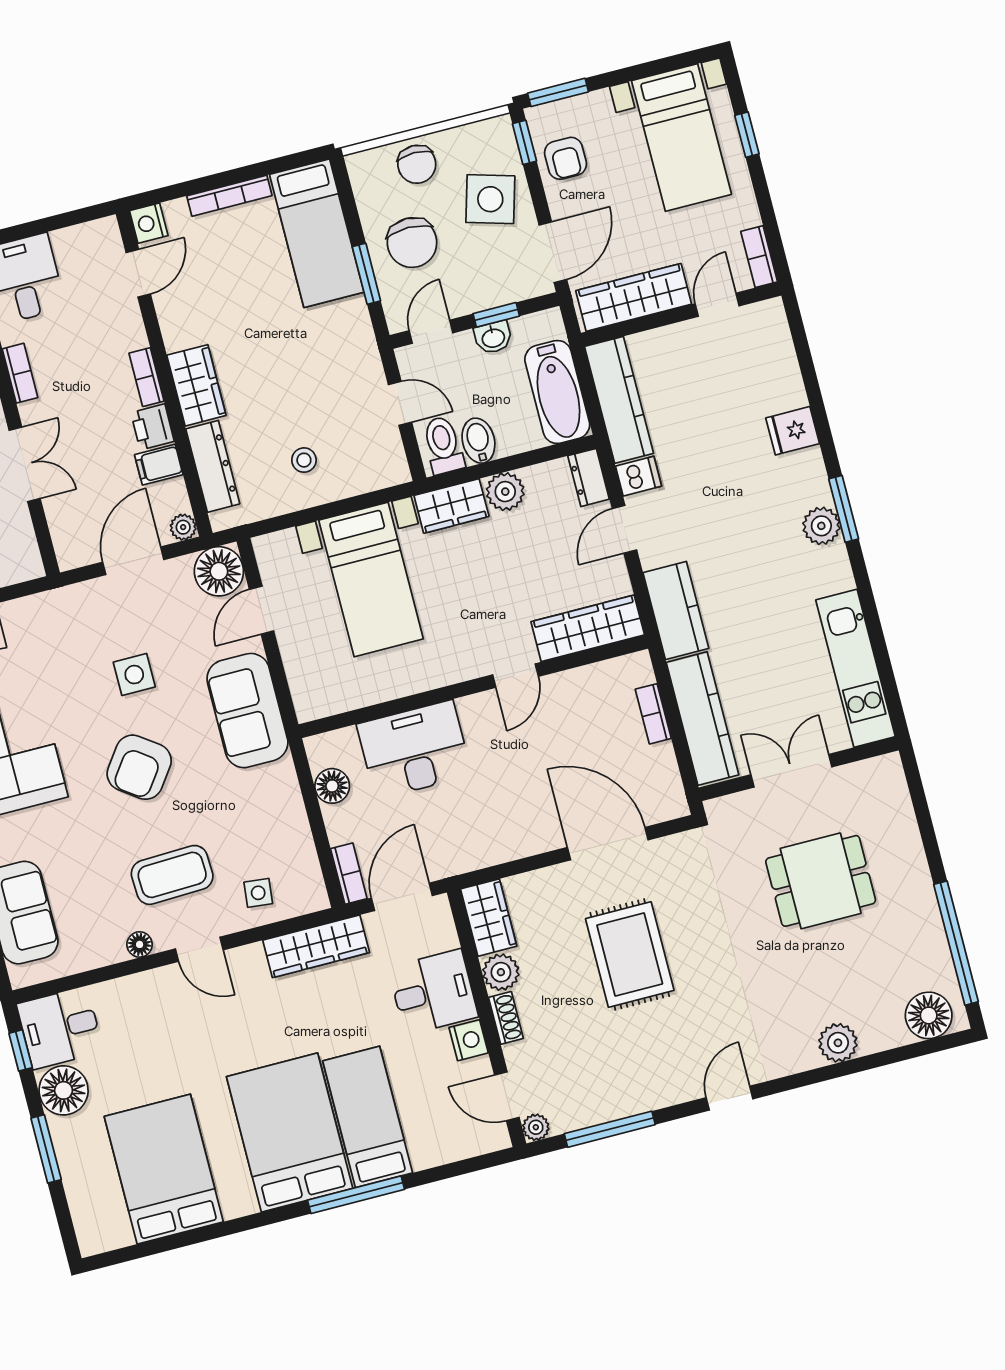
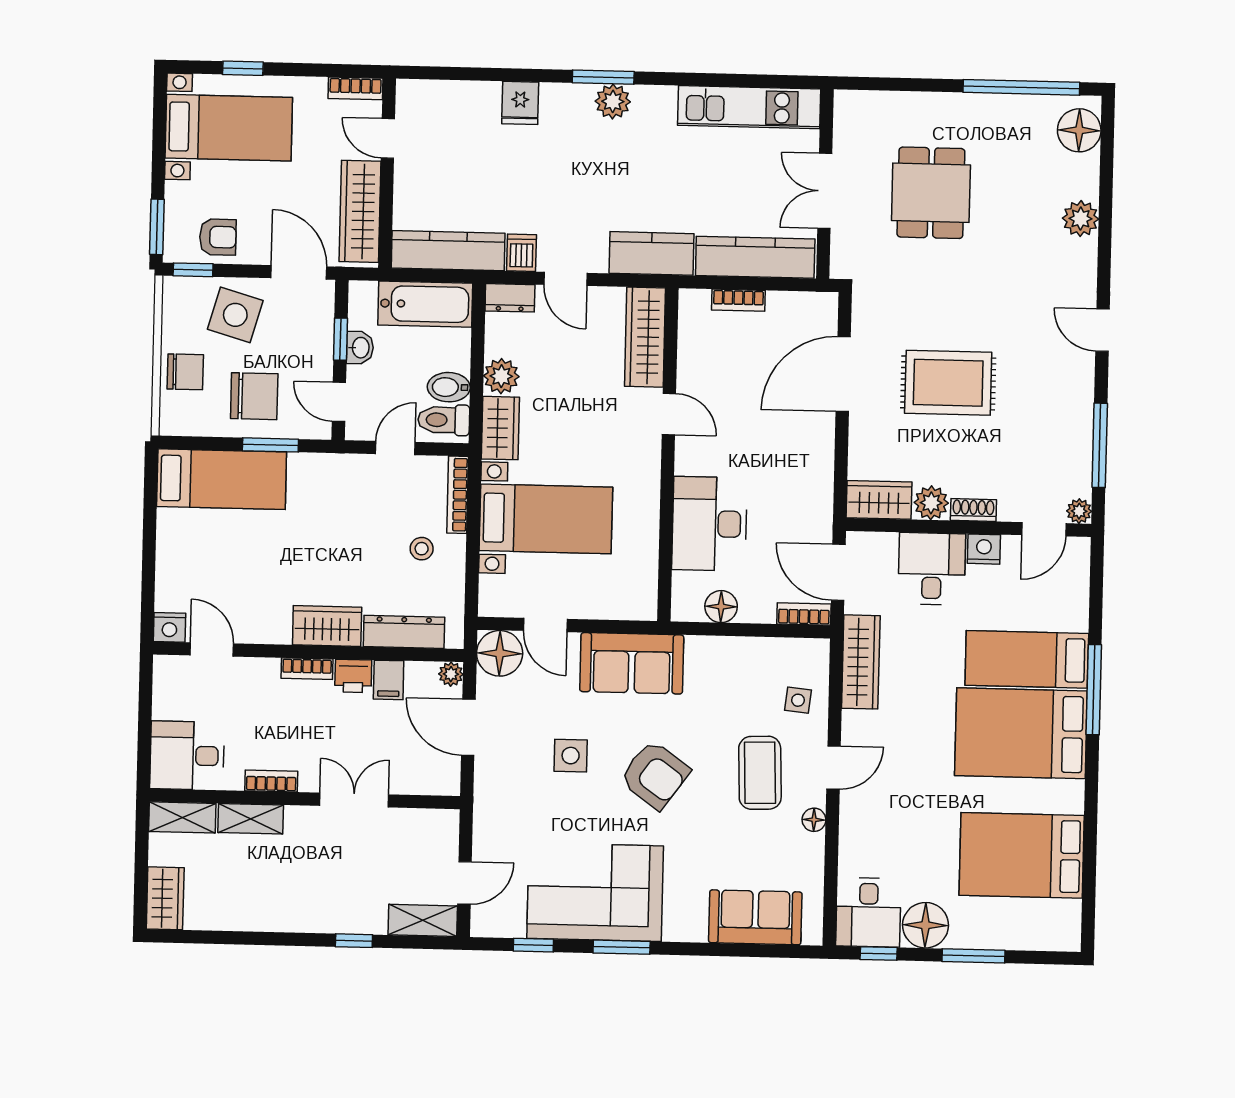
bookcase: (229, 196) -> (458, 495), moved, turned 180

